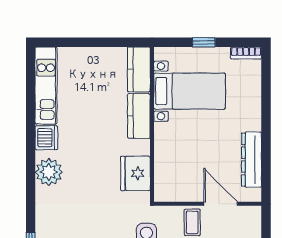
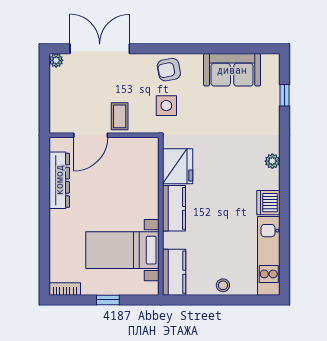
stool: (91, 57) -> (223, 285), added
kitchen counter: (139, 116) -> (174, 208), moved
plant: (49, 172) -> (272, 161), width x0.53, depth x0.53
door: (221, 204) -> (91, 135), hinge flipped

